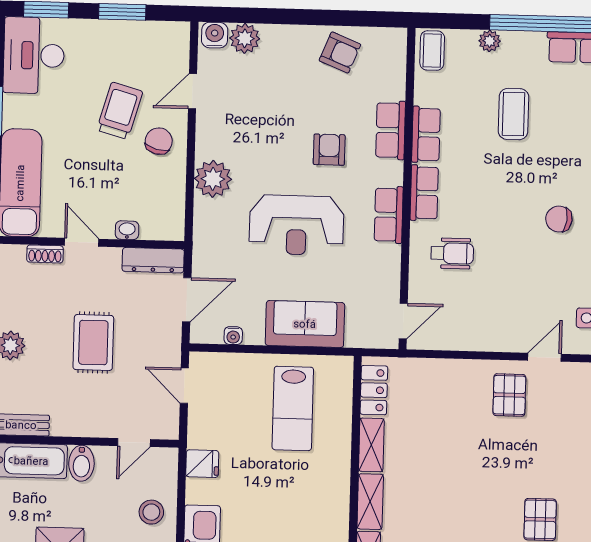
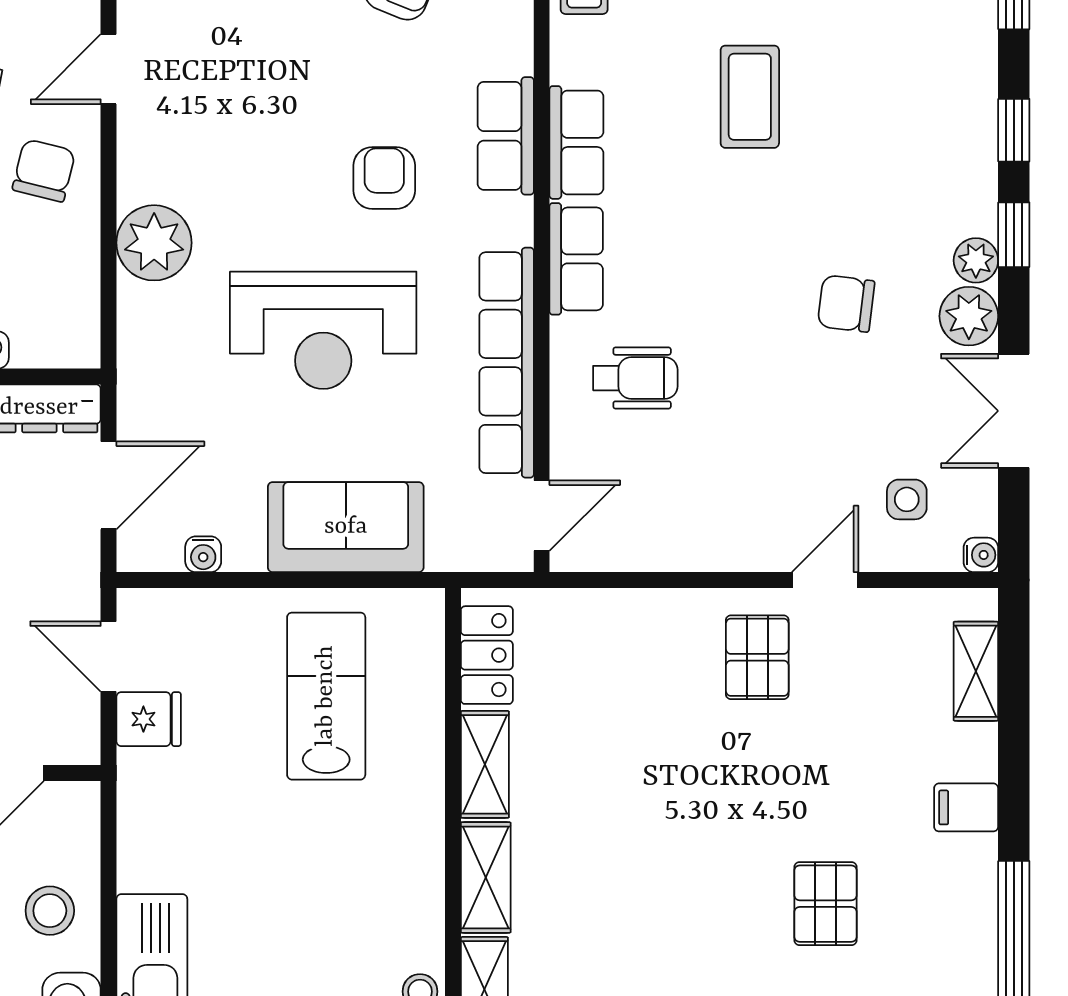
row of seats: (389, 215) -> (507, 363), width x2.02
lab bench: (293, 408) -> (326, 696), turned 180
fridge: (202, 464) -> (149, 719), moved

